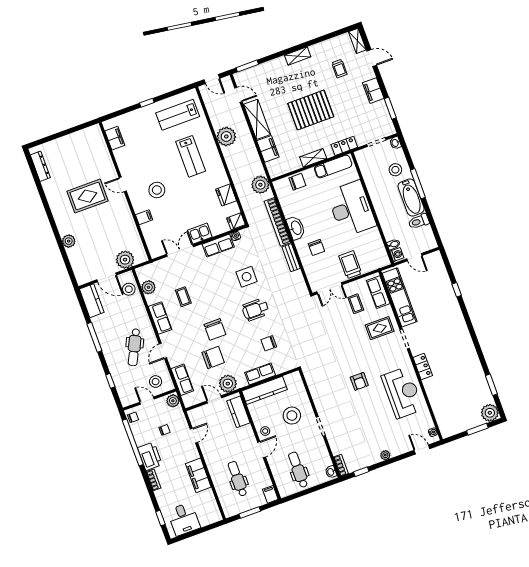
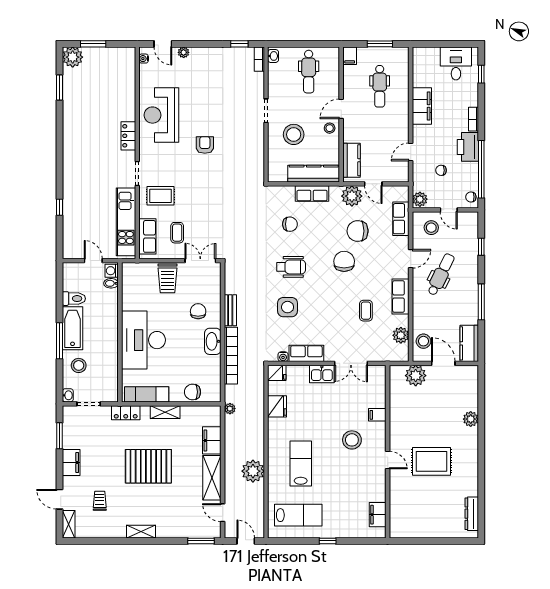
plant: (260, 185) -> (230, 409), width x0.53, depth x0.53
plant: (385, 455) -> (184, 52), moved

